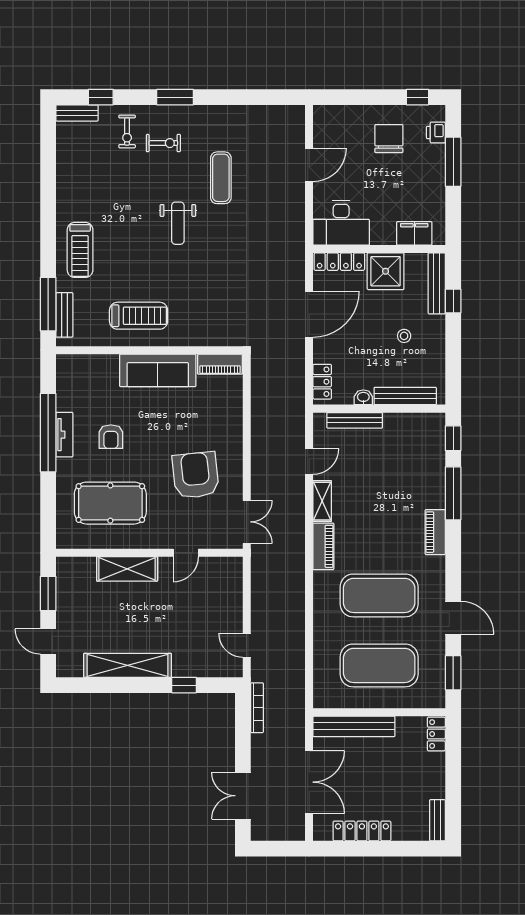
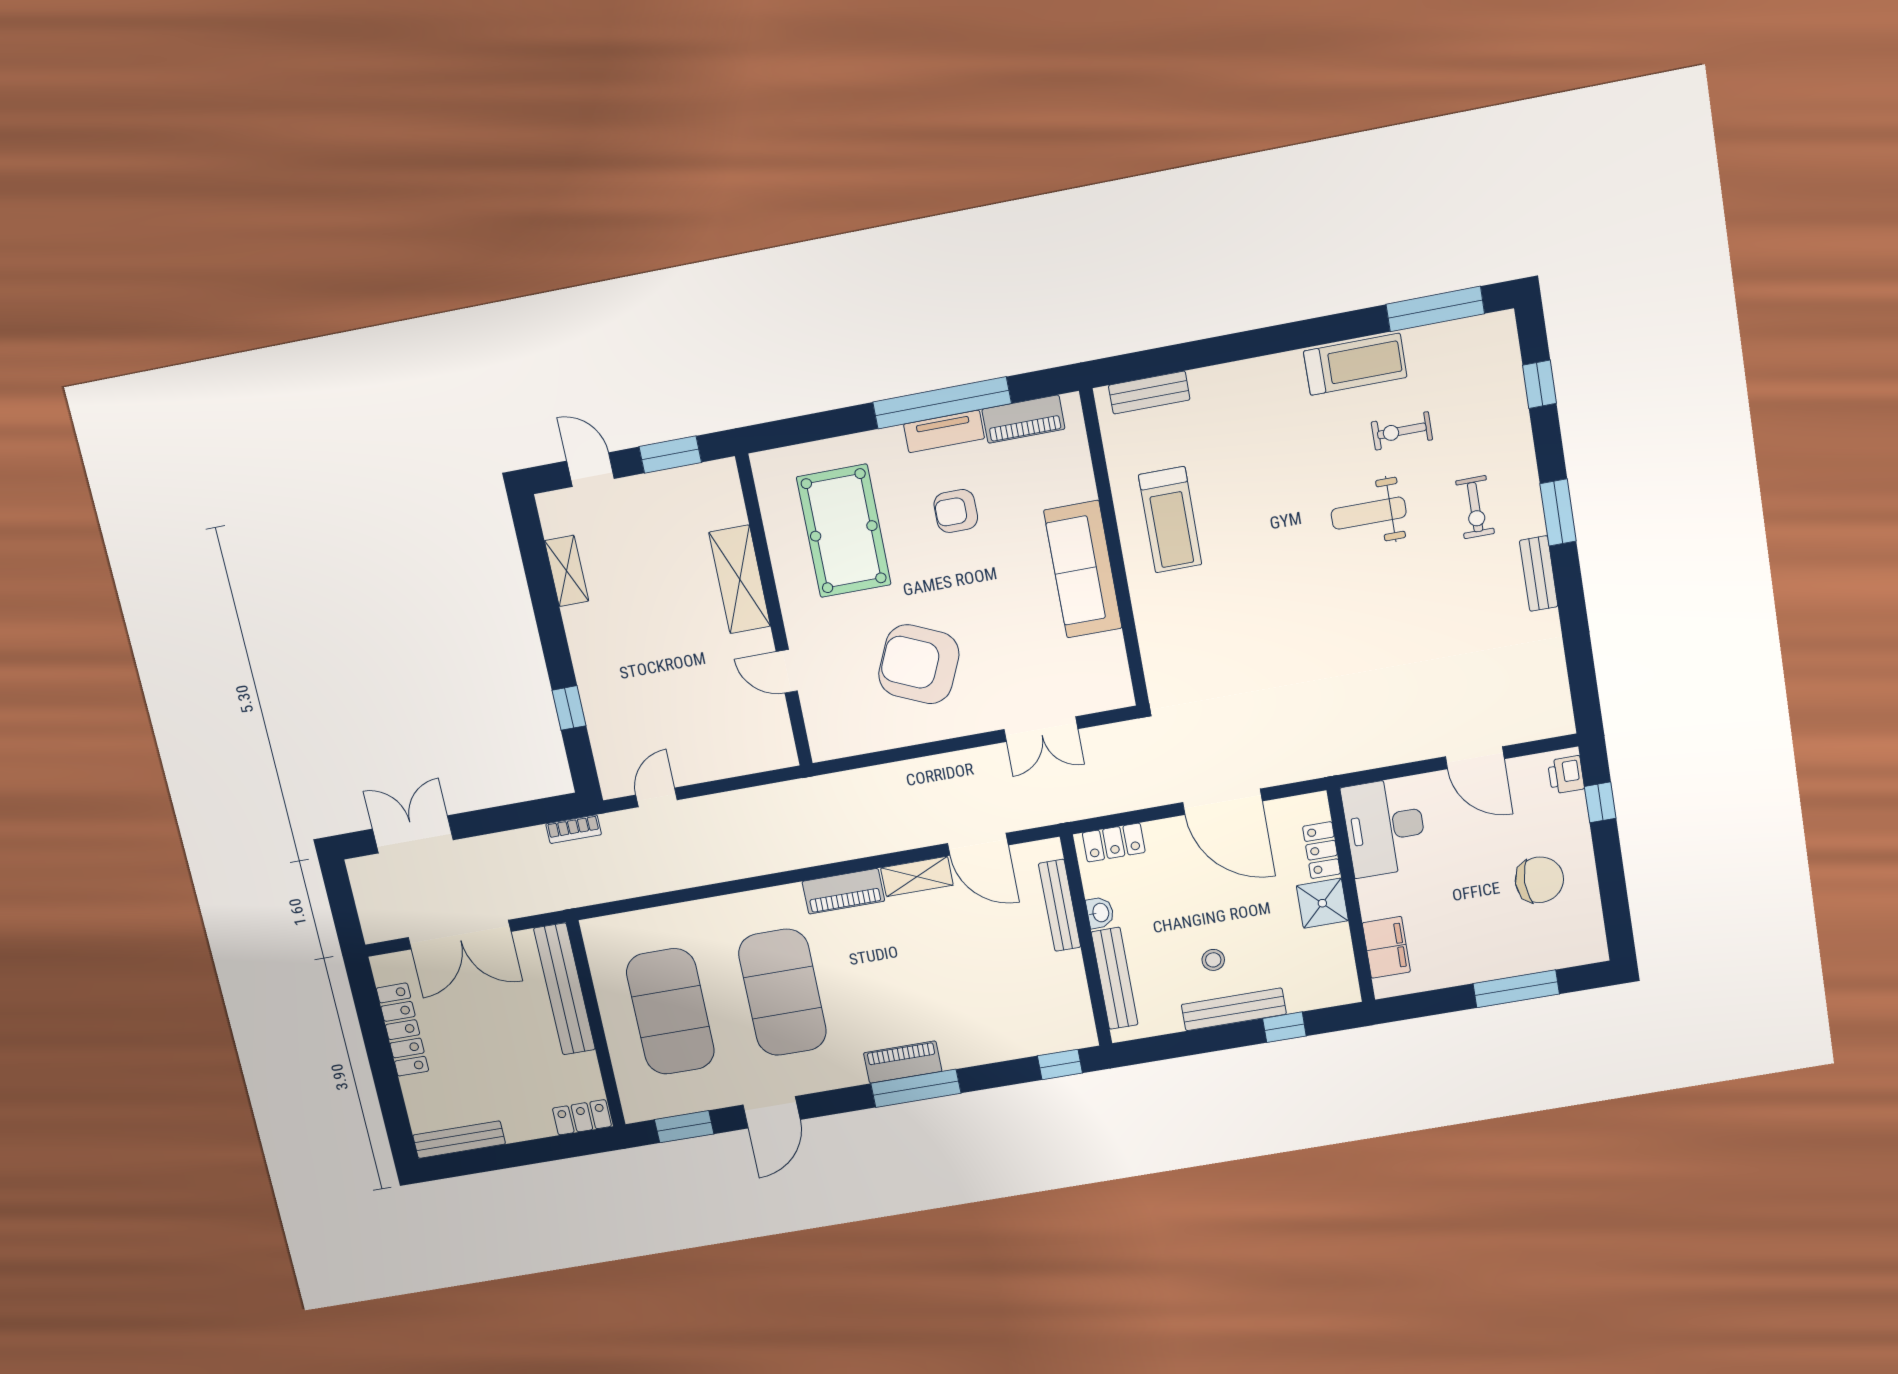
window: (418, 97) -> (1600, 802), moved
bench: (77, 113) -> (1539, 574), moved
exercise bike: (127, 132) -> (1402, 431), moved
printer: (436, 133) -> (1566, 775), moved, turned -90
exercise mat: (221, 178) -> (1430, 615), removed
weight bench: (178, 223) -> (1369, 513), moved
treadmill: (80, 250) -> (1355, 364), moved, turned 180
locker: (339, 262) -> (1322, 850), width x0.66
shower: (386, 271) -> (1322, 903), width x0.73, depth x0.73
bench: (437, 283) -> (1234, 1009), moved
window: (48, 304) -> (1435, 309), moved
piano: (220, 364) -> (1023, 419), moved, turned -90
door: (309, 461) -> (978, 844), width x1.38
armchair: (196, 475) -> (919, 664), turned -150
window: (453, 493) -> (916, 1088), moved
double door: (247, 522) -> (1041, 729), moved
door: (48, 641) -> (590, 470), hinge flipped
shelving: (128, 665) -> (567, 571), width x0.45, depth x0.75
bookcase: (257, 708) -> (574, 829), width x0.64
bench: (437, 820) -> (459, 1140), width x1.36

